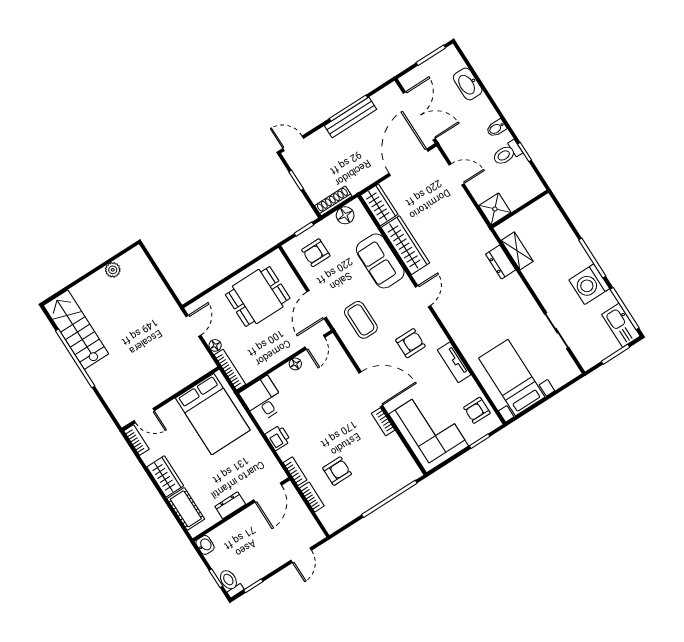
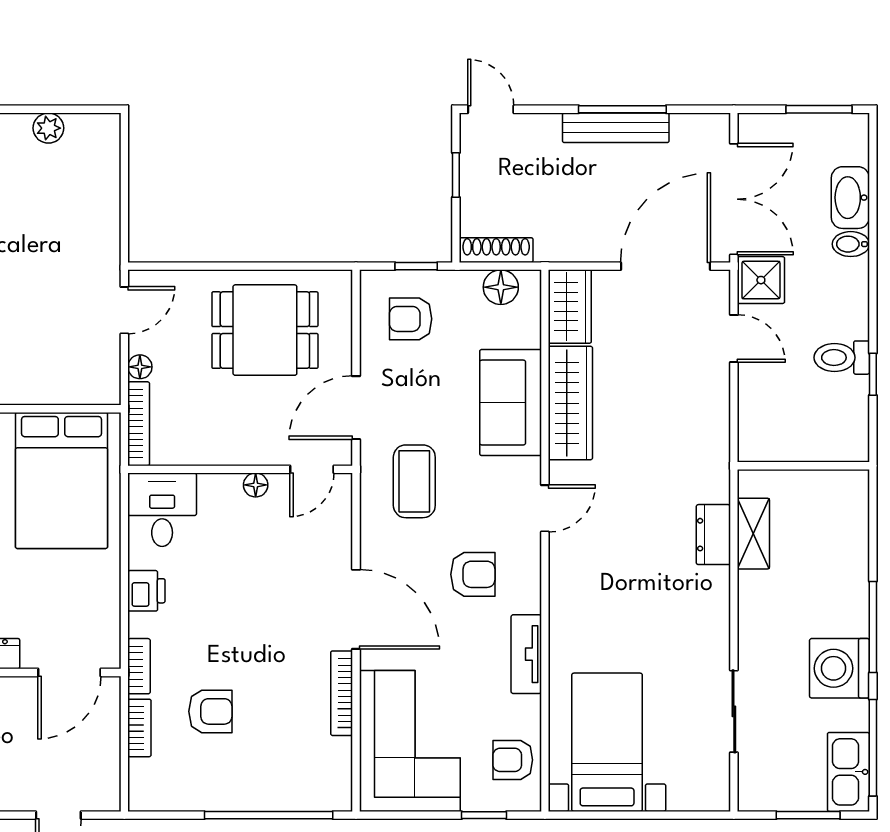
bidet: (496, 128) -> (851, 244), moved
shower: (495, 209) -> (761, 280), moved
bookcase: (383, 422) -> (342, 693), width x1.56

